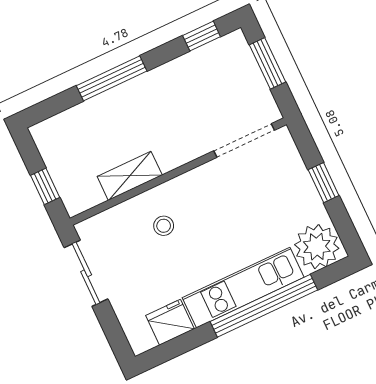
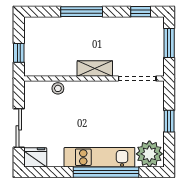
shelving: (130, 176) -> (95, 69), moved
stool: (164, 226) -> (58, 88), moved
sliding door: (86, 273) -> (19, 128), moved
fridge: (170, 322) -> (35, 157), moved

